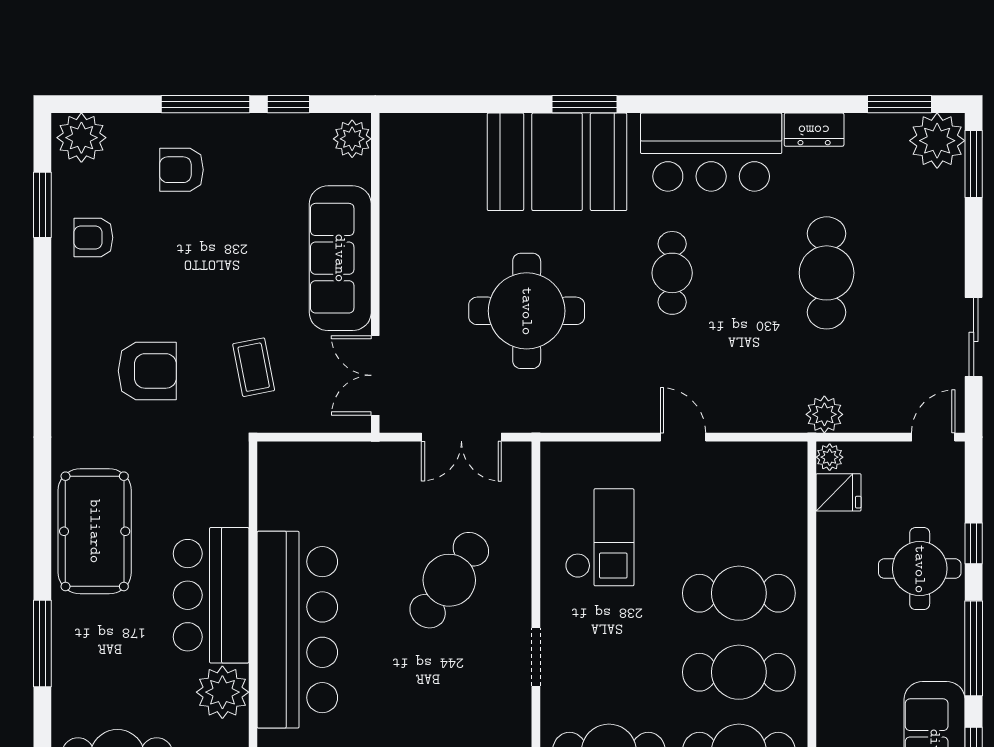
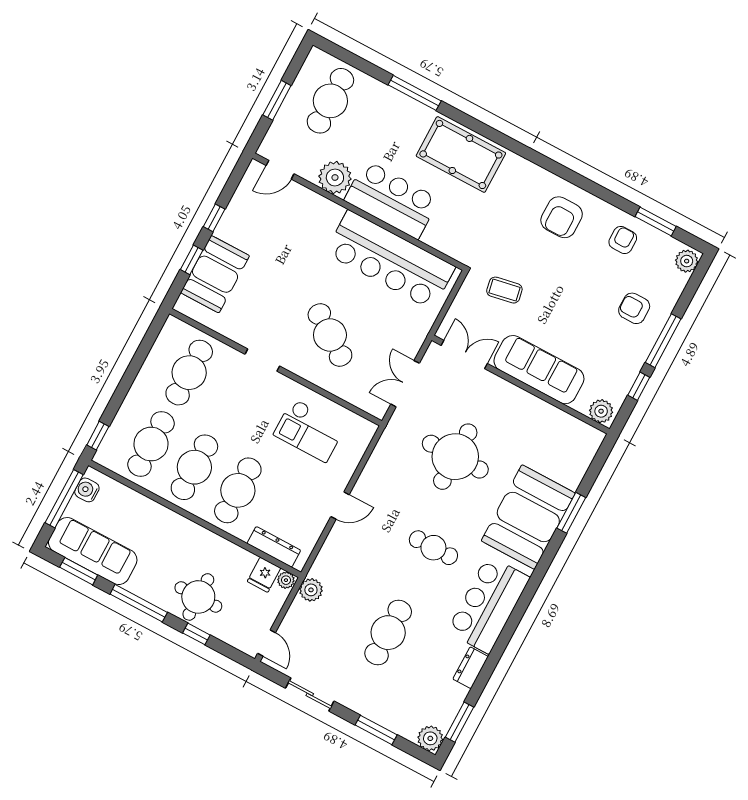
window: (584, 104) -> (571, 513), moved
plant: (81, 138) -> (687, 261), width x0.73, depth x0.73
plant: (937, 141) -> (430, 738), width x0.73, depth x0.73
window: (974, 164) -> (376, 730), moved
armchair: (182, 170) -> (634, 308), turned -90
cafe table: (827, 273) -> (388, 633), turned 90
armchair: (147, 371) -> (562, 217), moved
dresser: (792, 500) -> (274, 547), added
bar counter: (297, 630) -> (390, 260), moved

